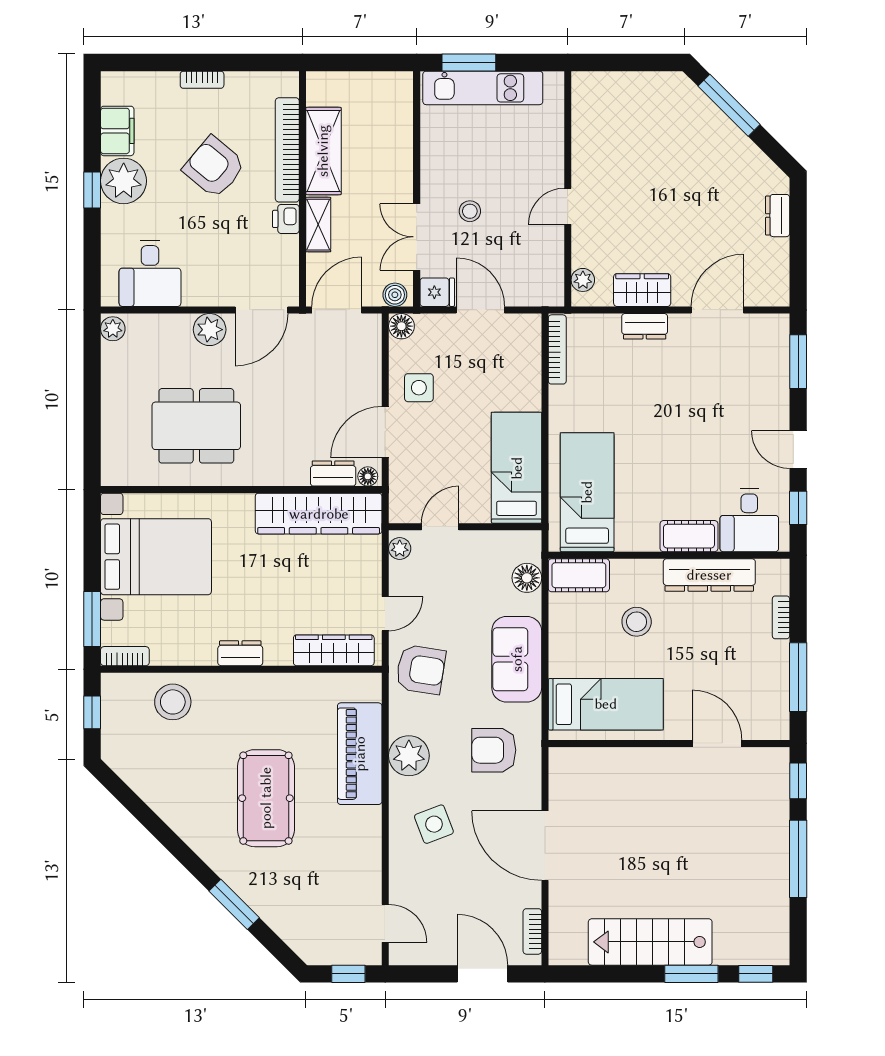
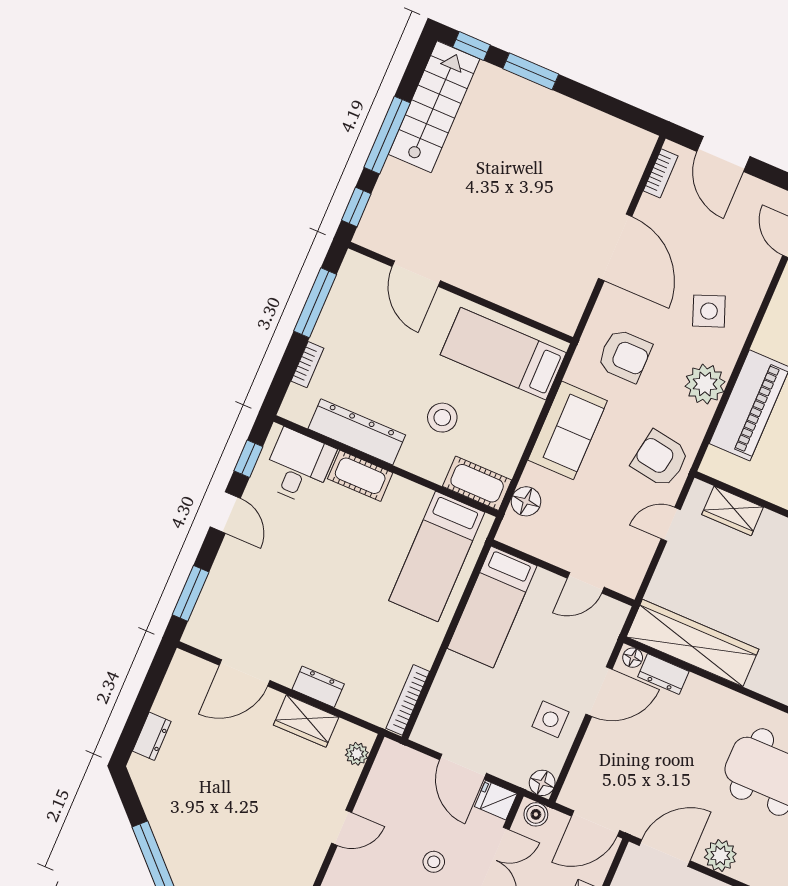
plant: (400, 549) -> (632, 579), removed
wardrobe: (334, 650) -> (733, 511), width x0.67
stairs: (650, 942) -> (434, 107), moved, turned -90

